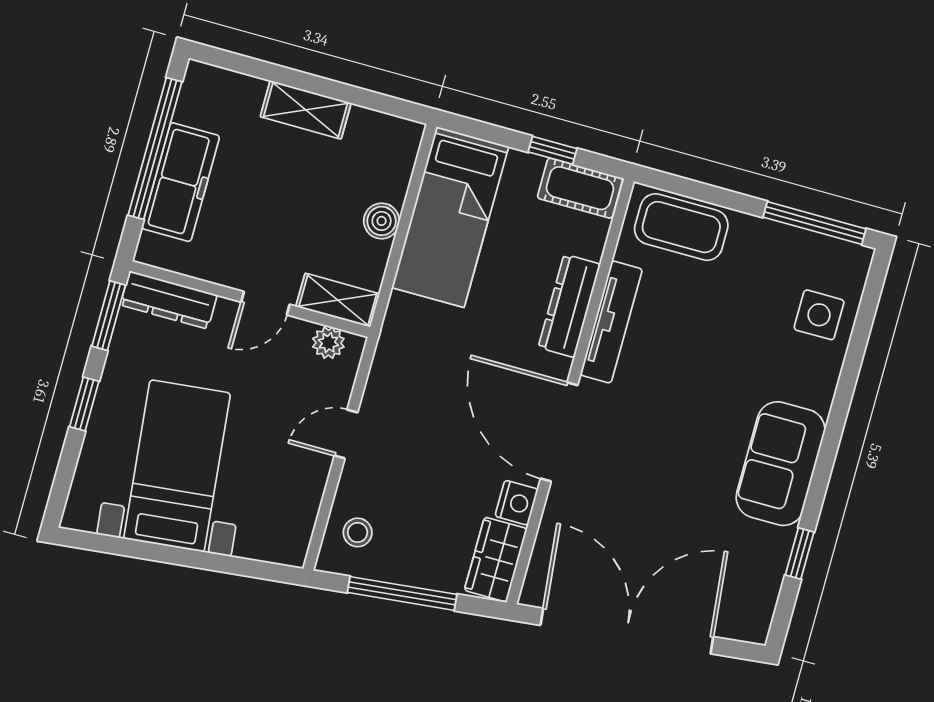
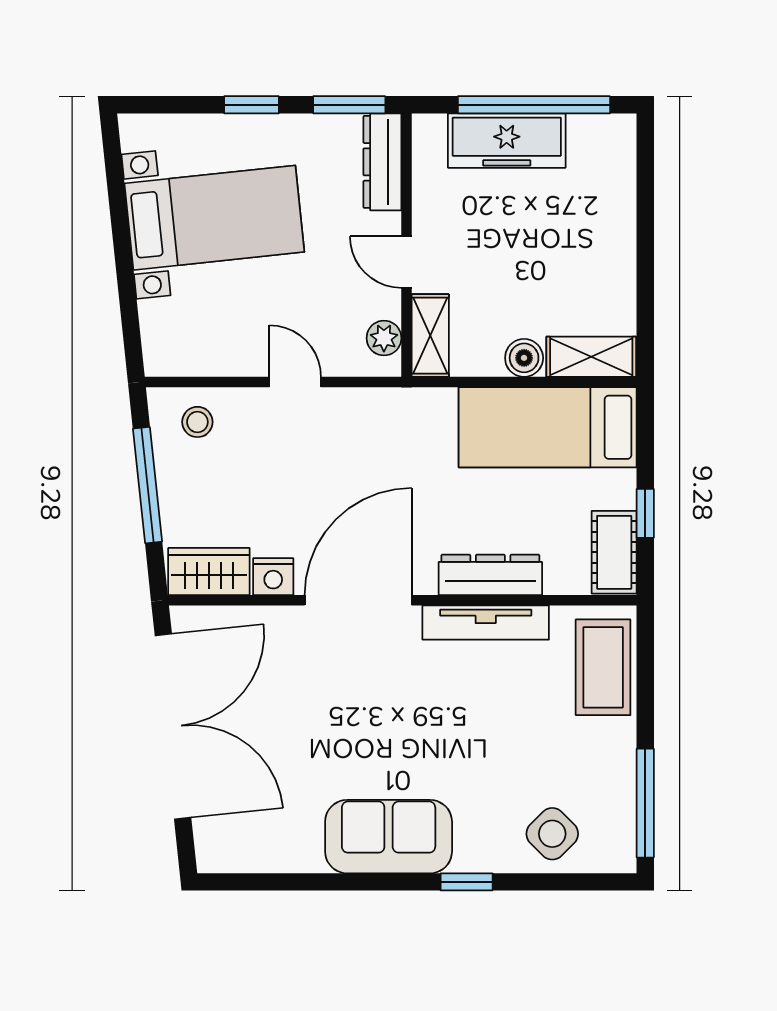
shelving: (306, 110) -> (591, 357), moved, turned 90
side table: (819, 315) -> (552, 834), turned 45
window: (800, 554) -> (467, 882), moved

